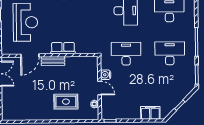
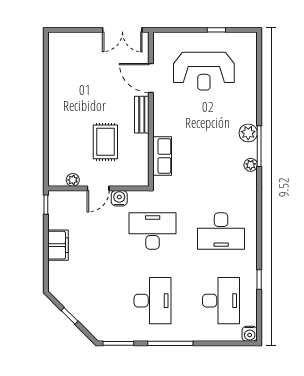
row of seats: (63, 48) -> (162, 156), moved
desk: (126, 54) -> (153, 231), turned -90
rug: (66, 102) -> (105, 142), moved
filing cabinet: (150, 113) -> (58, 245), moved

